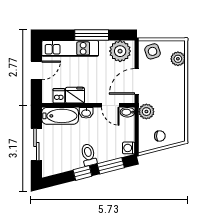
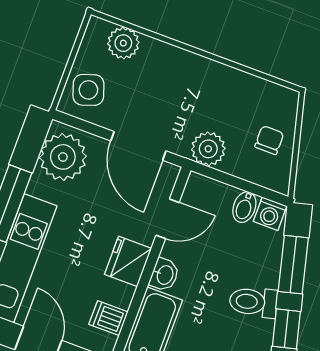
fridge: (75, 95) -> (128, 261), moved
bidet: (127, 112) -> (244, 207), moved

